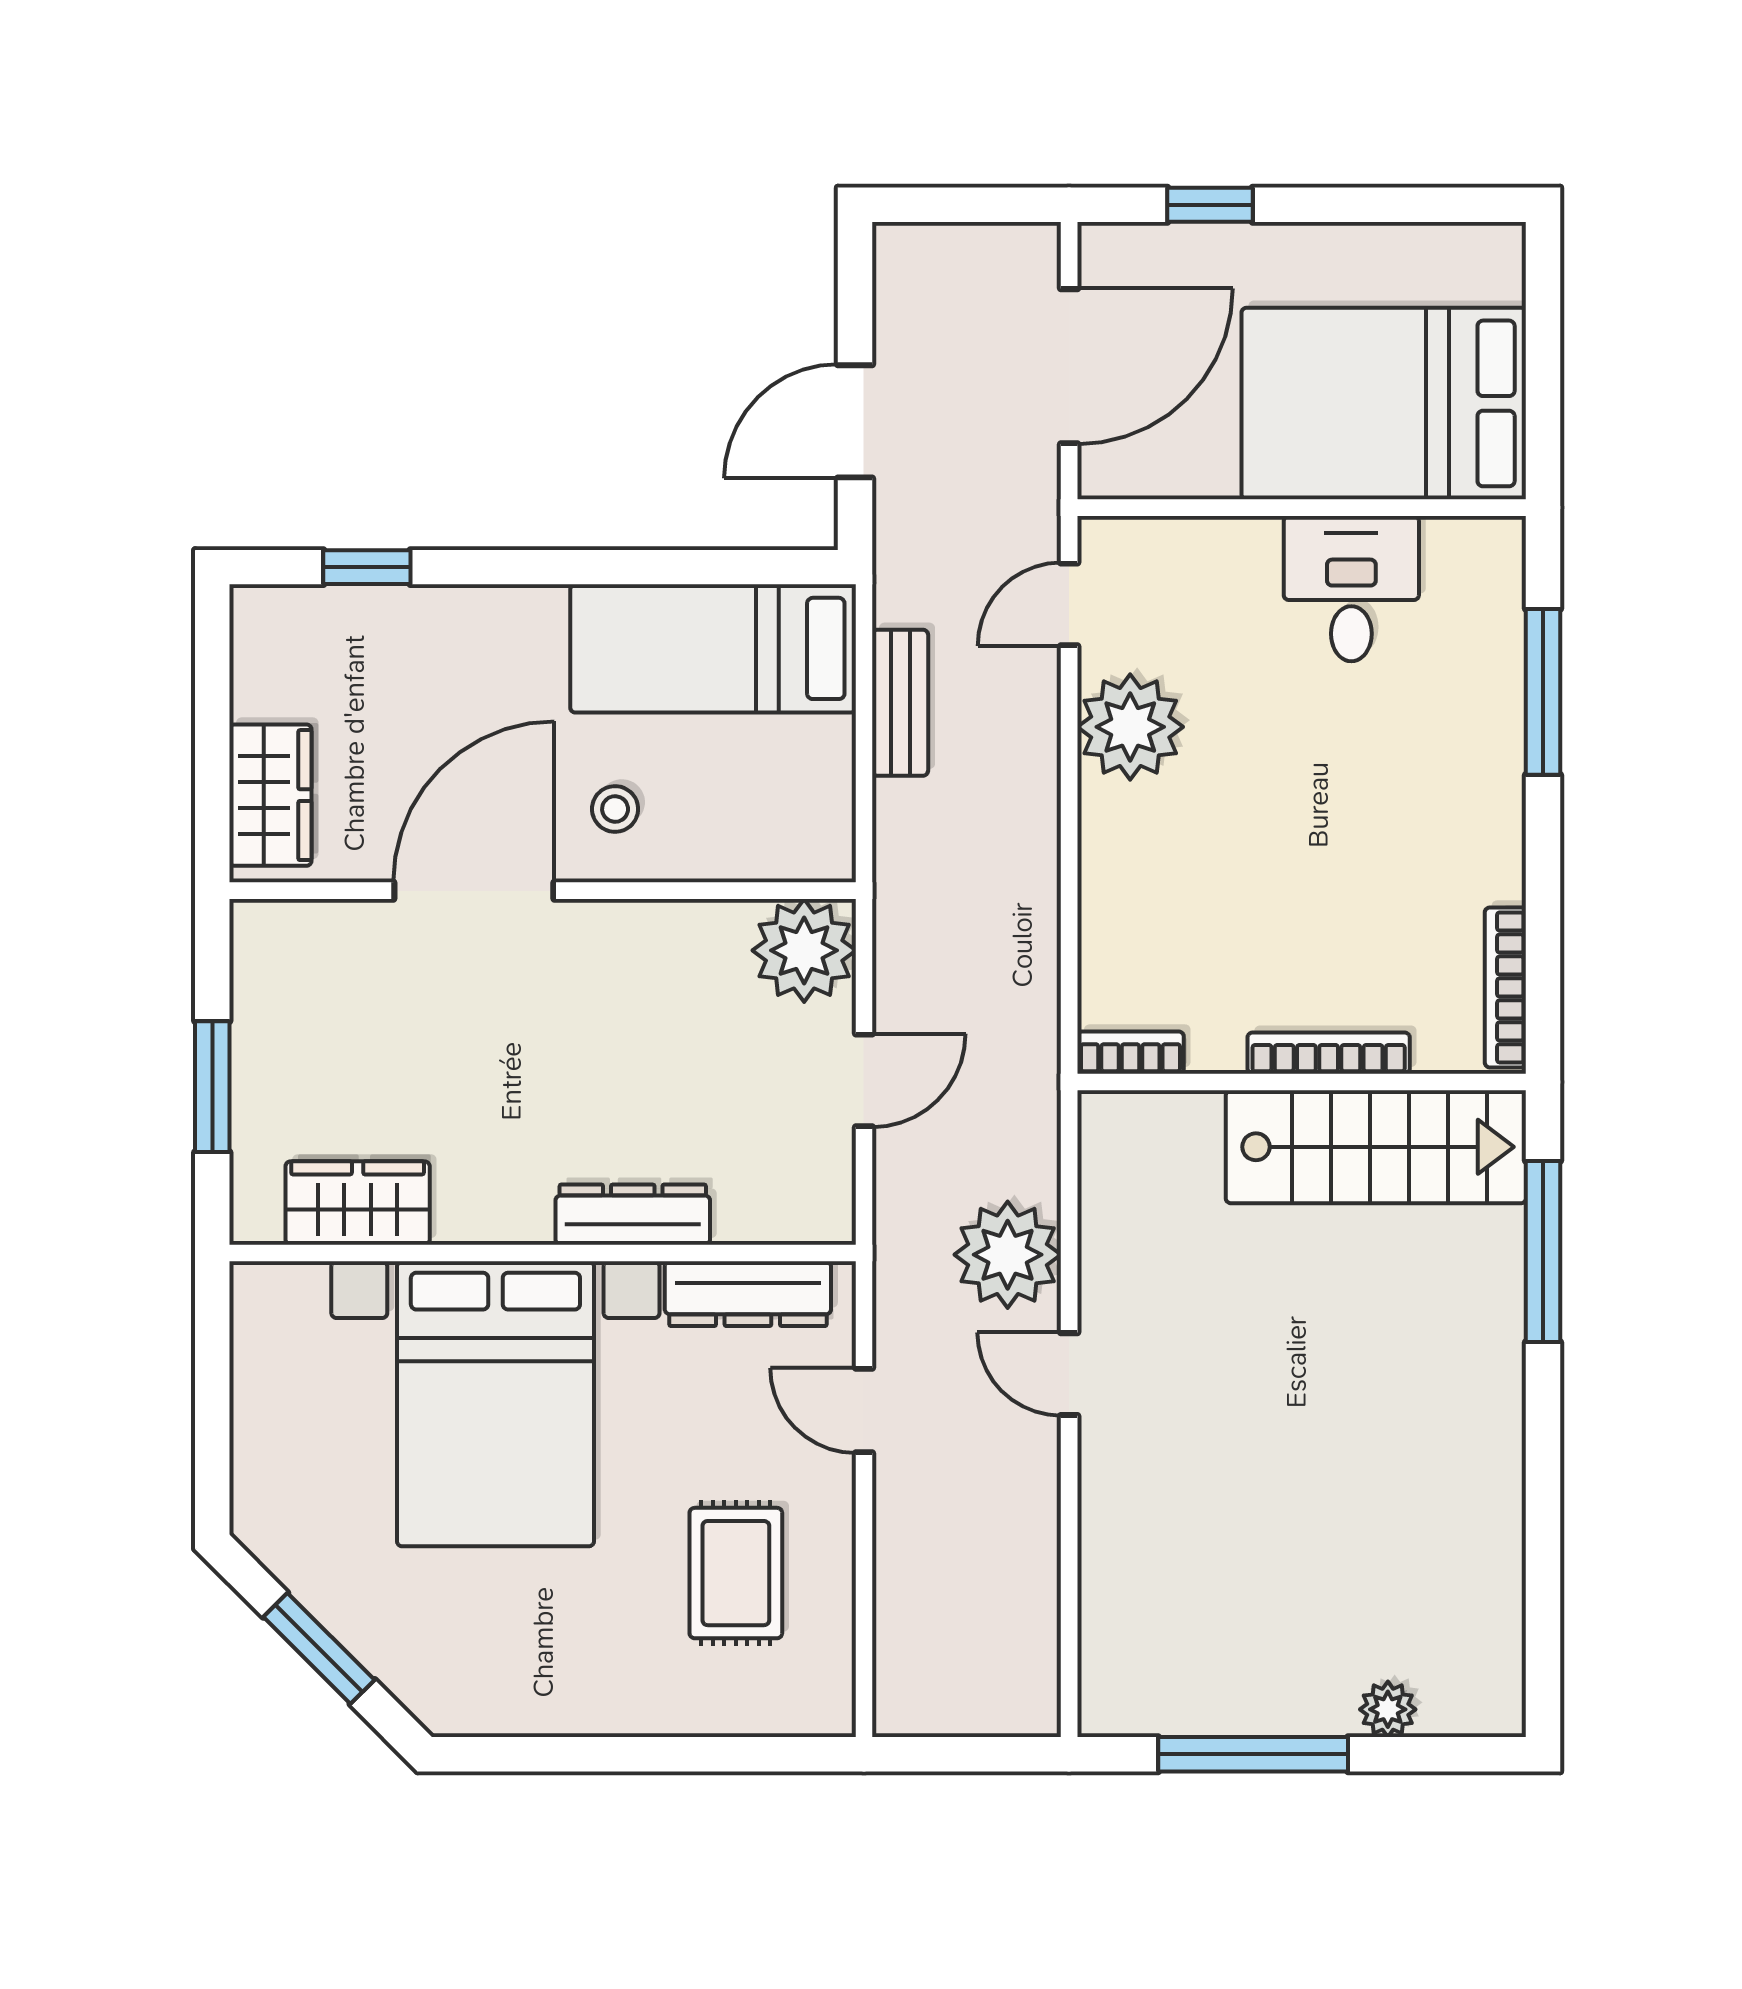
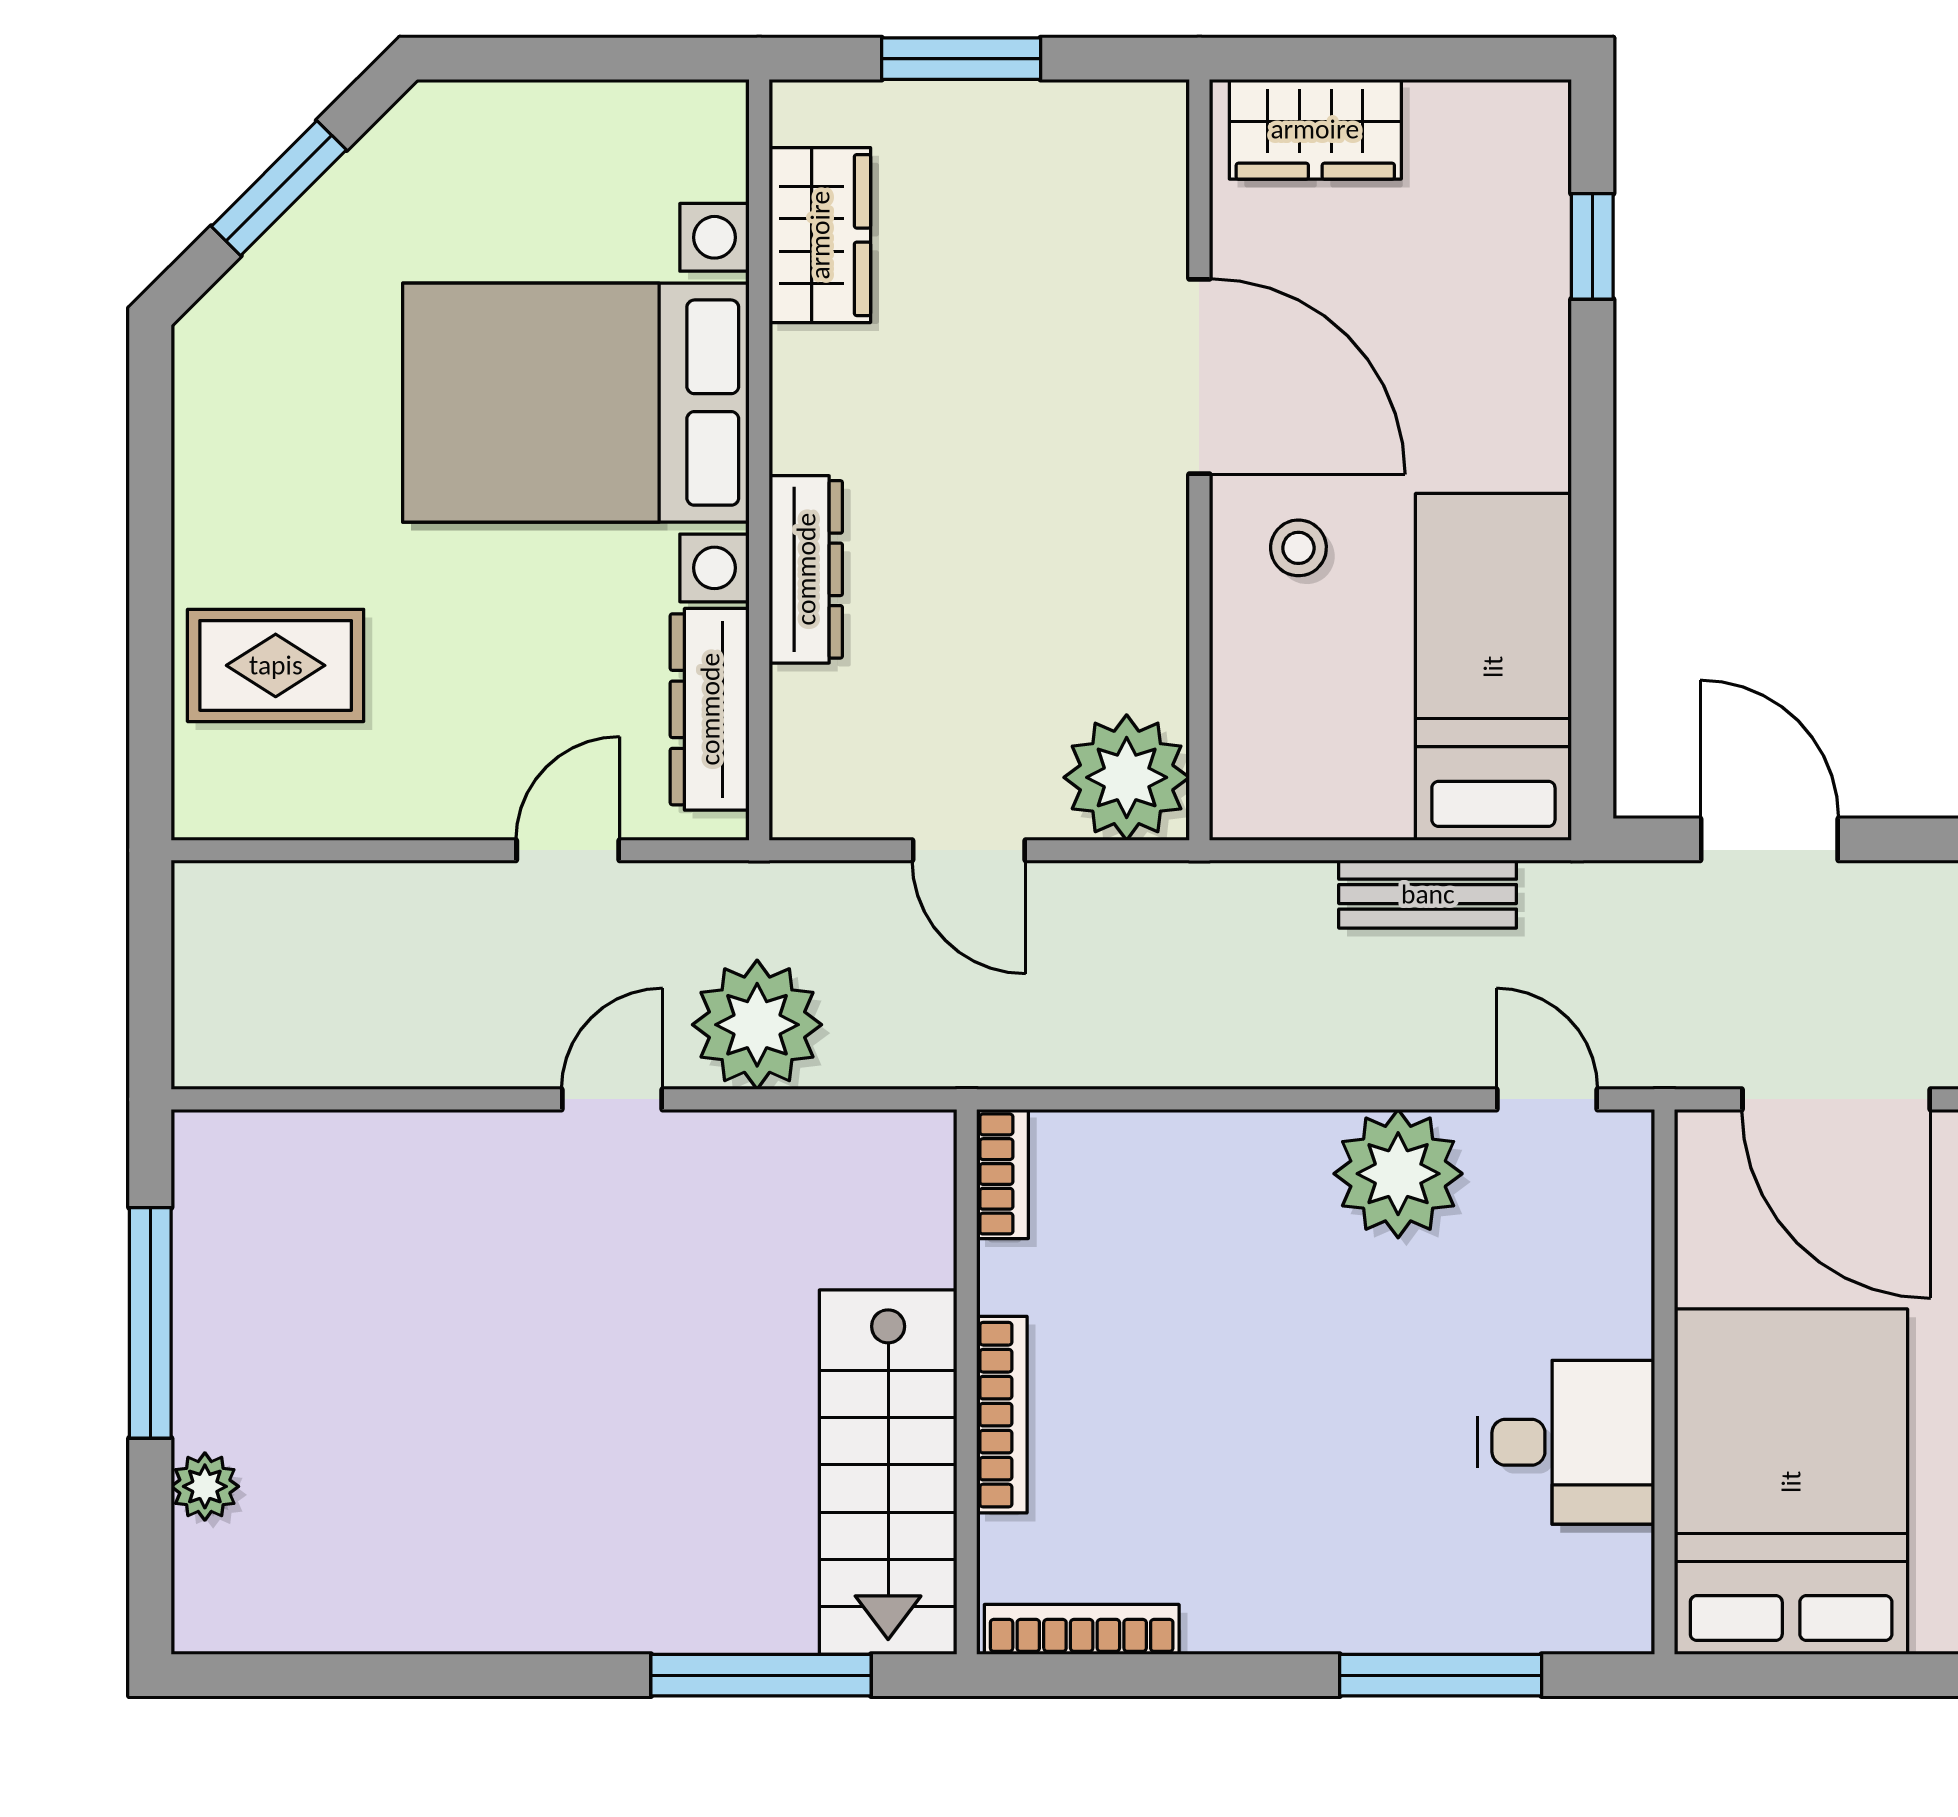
rug: (736, 1573) -> (276, 665), moved

